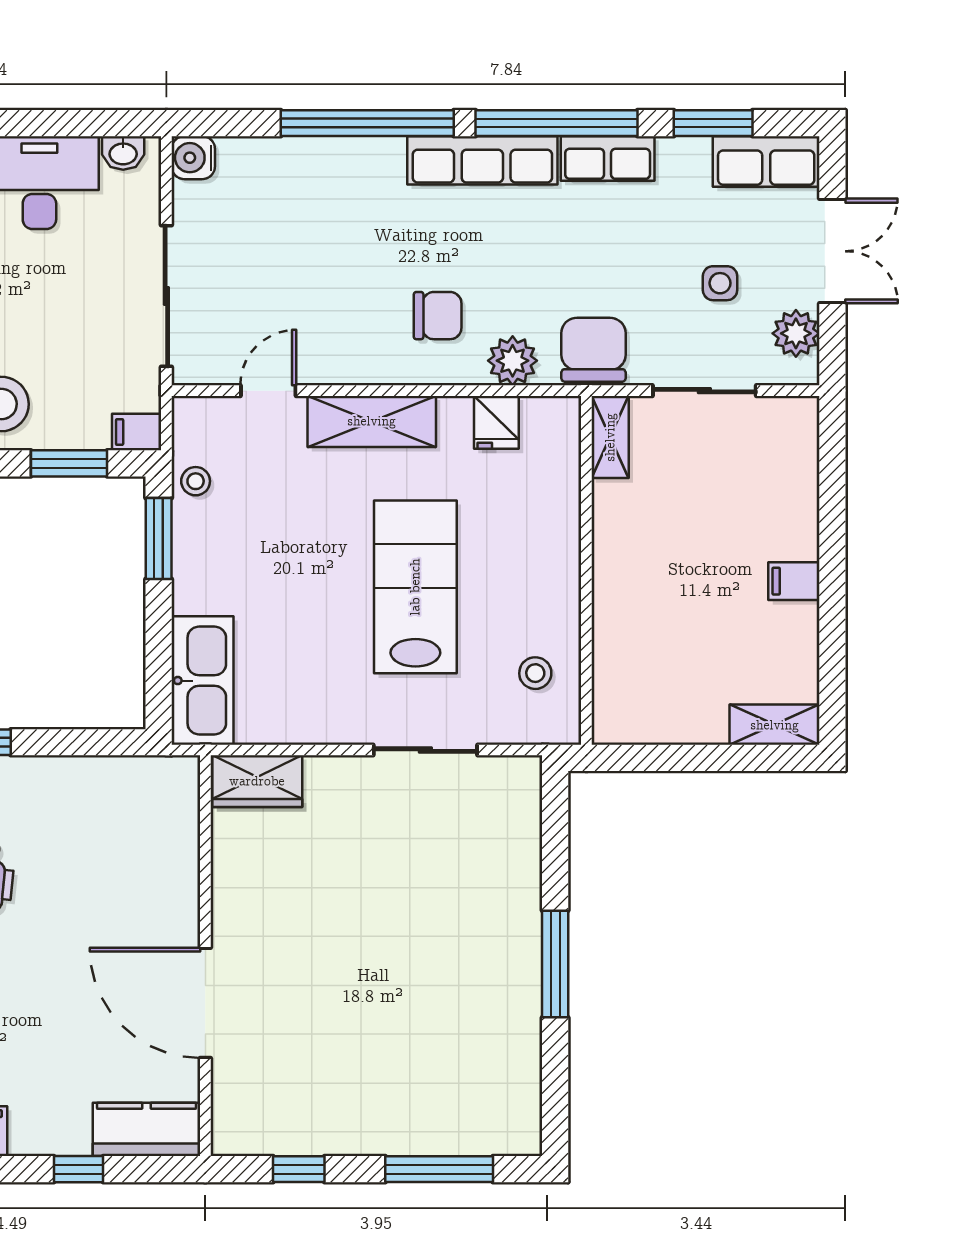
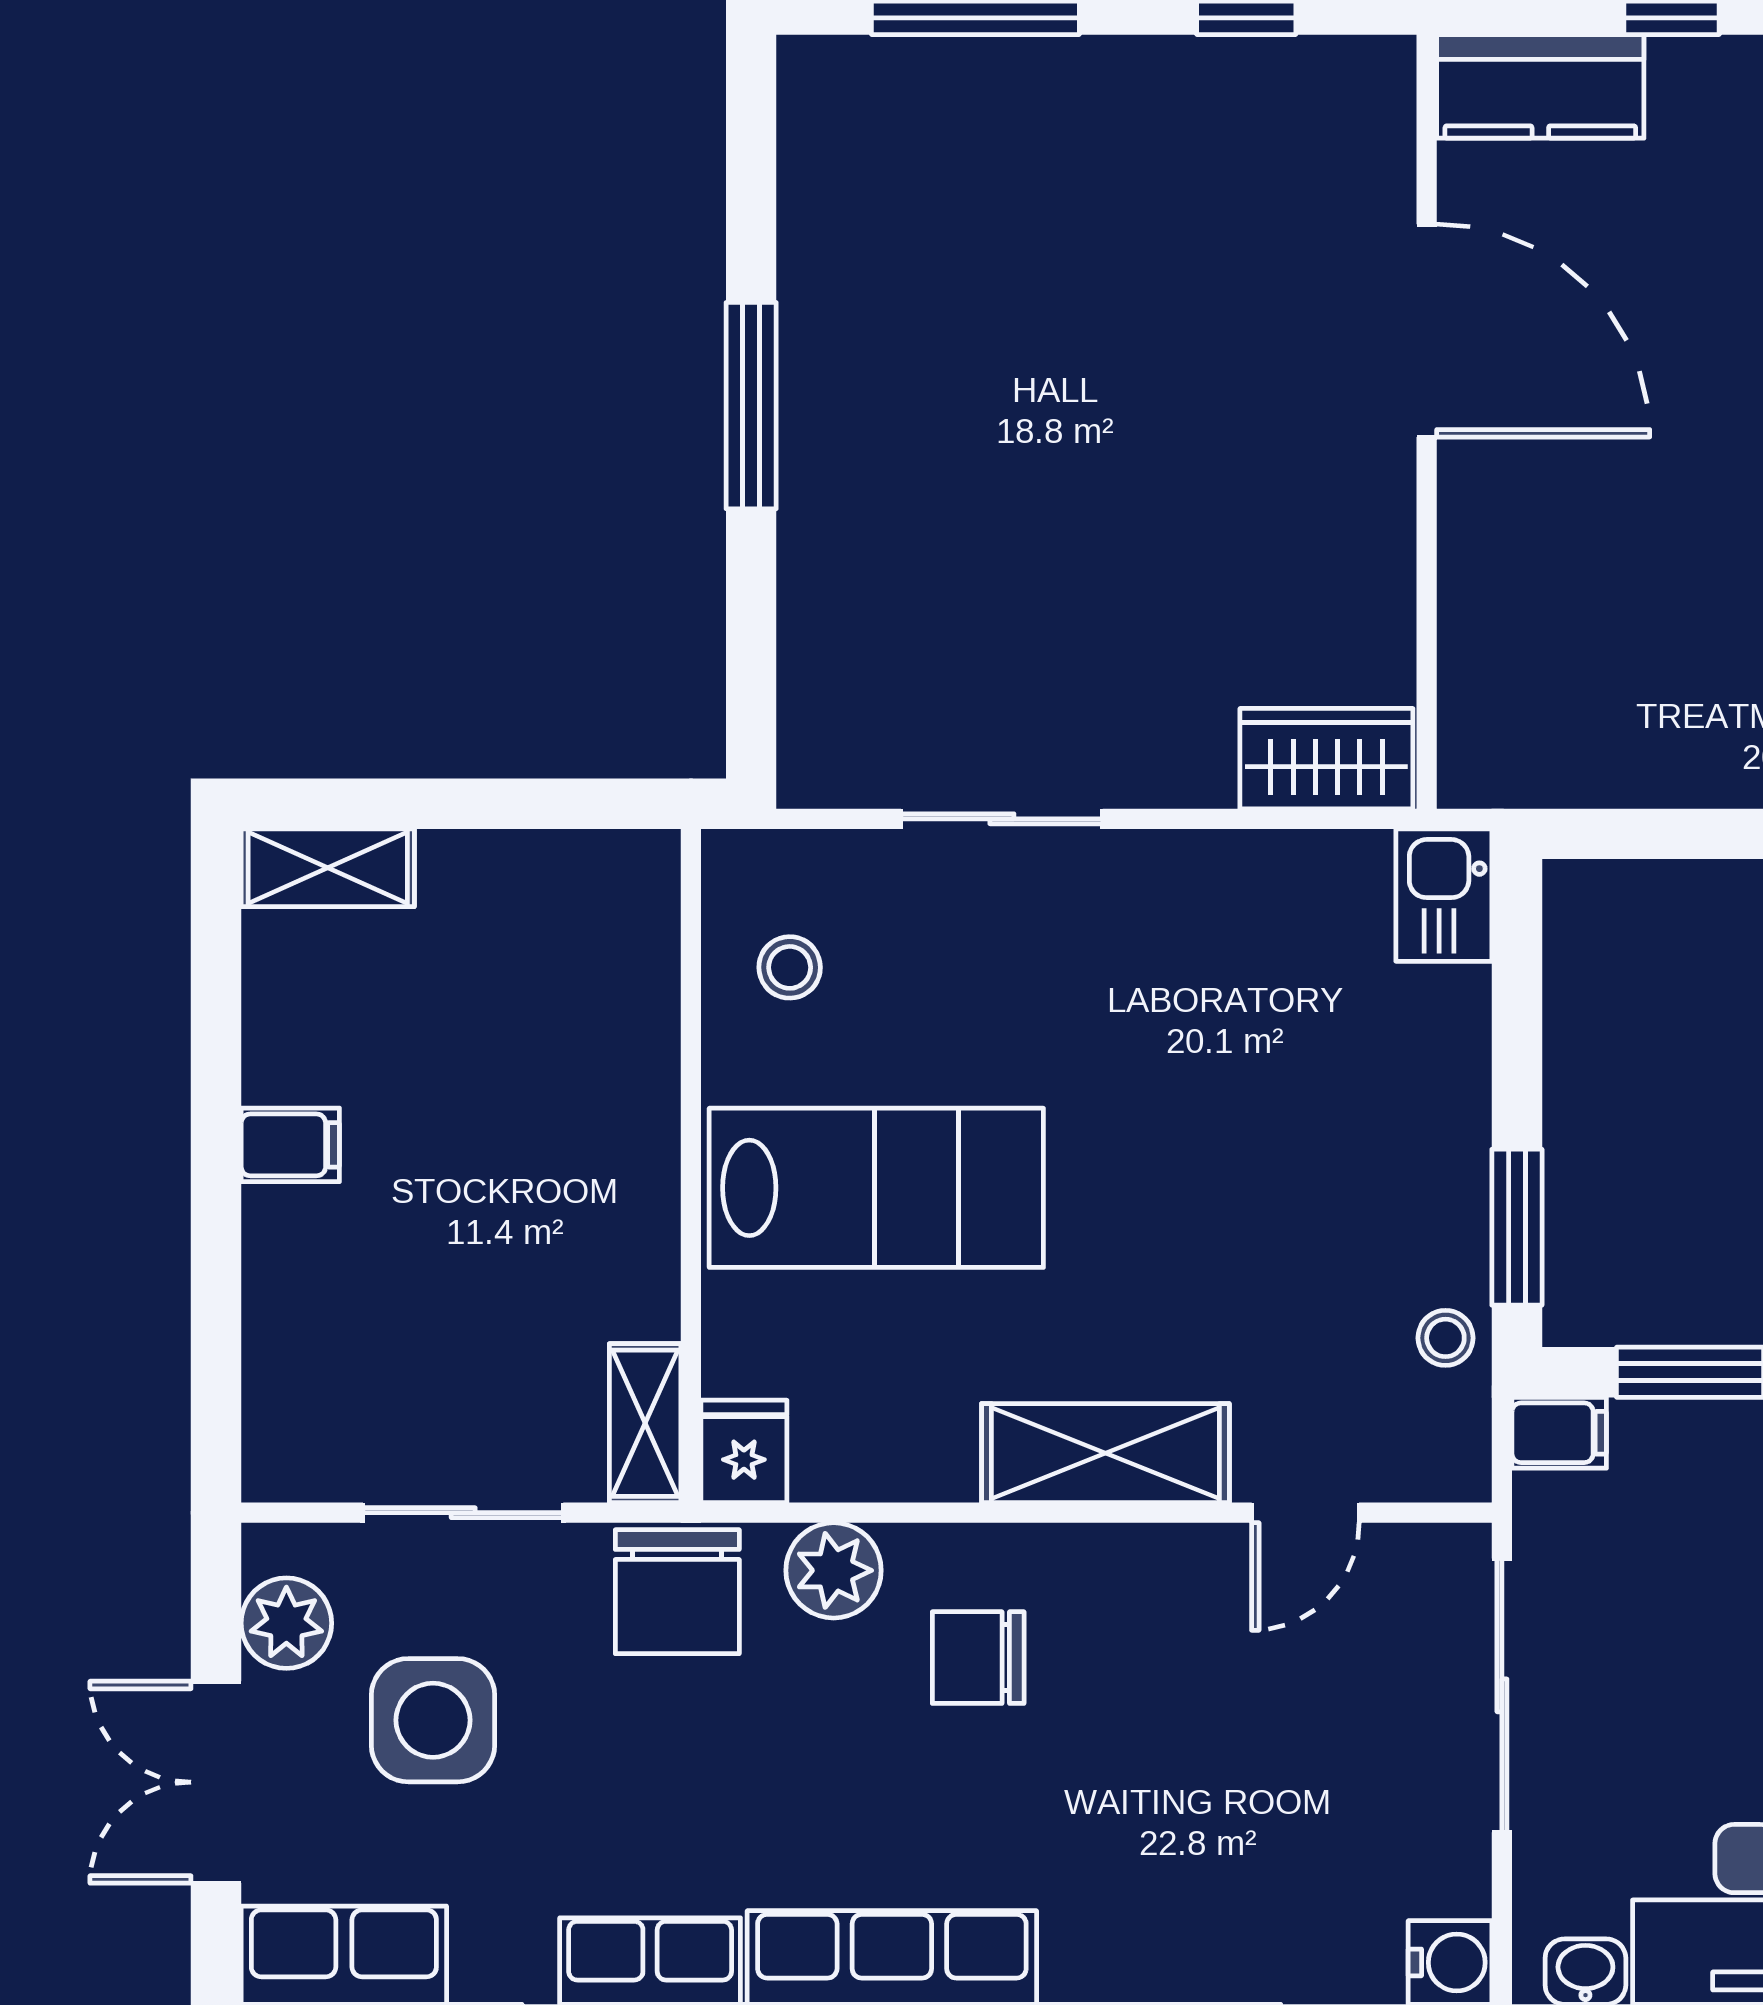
side table: (720, 283) -> (433, 1720), width x1.87, depth x1.87
fridge: (496, 422) -> (744, 1451), moved
lab bench: (415, 587) -> (876, 1188), moved, turned -90
kitchen sink: (202, 681) -> (1444, 895), width x0.53, depth x0.81

